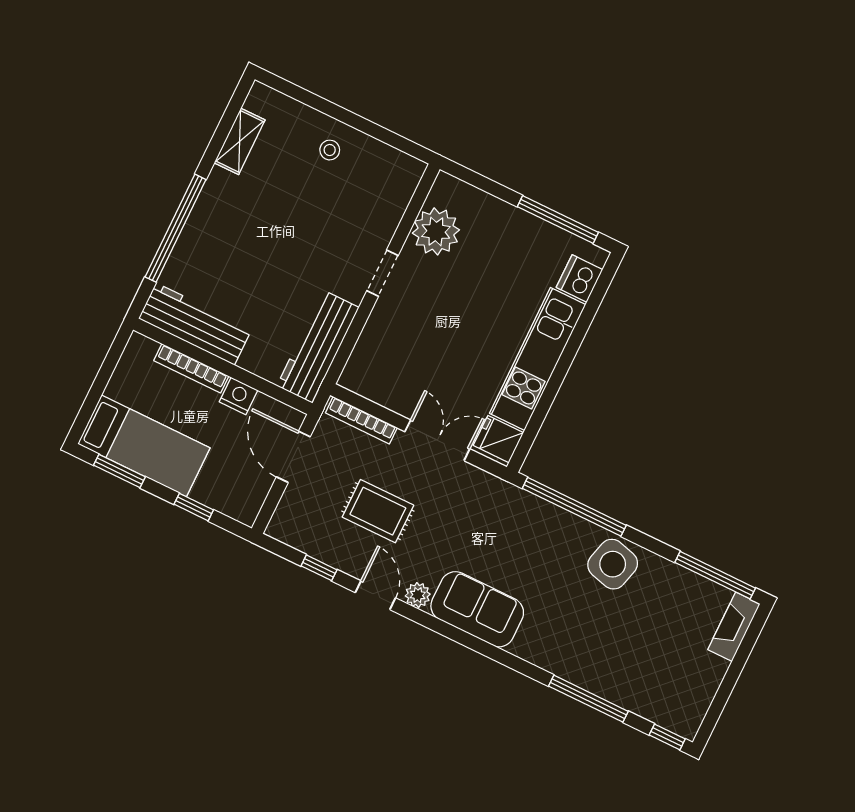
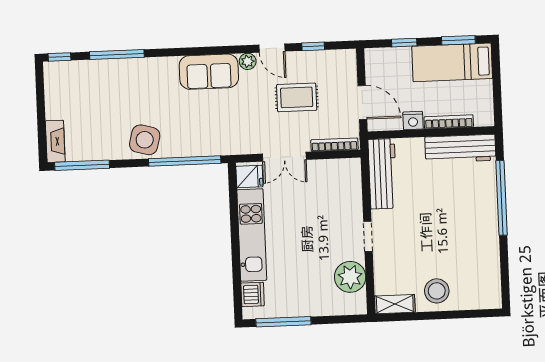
shelving: (240, 141) -> (395, 304), moved, turned 90
stool: (330, 150) -> (437, 291), width x1.89, depth x1.89

